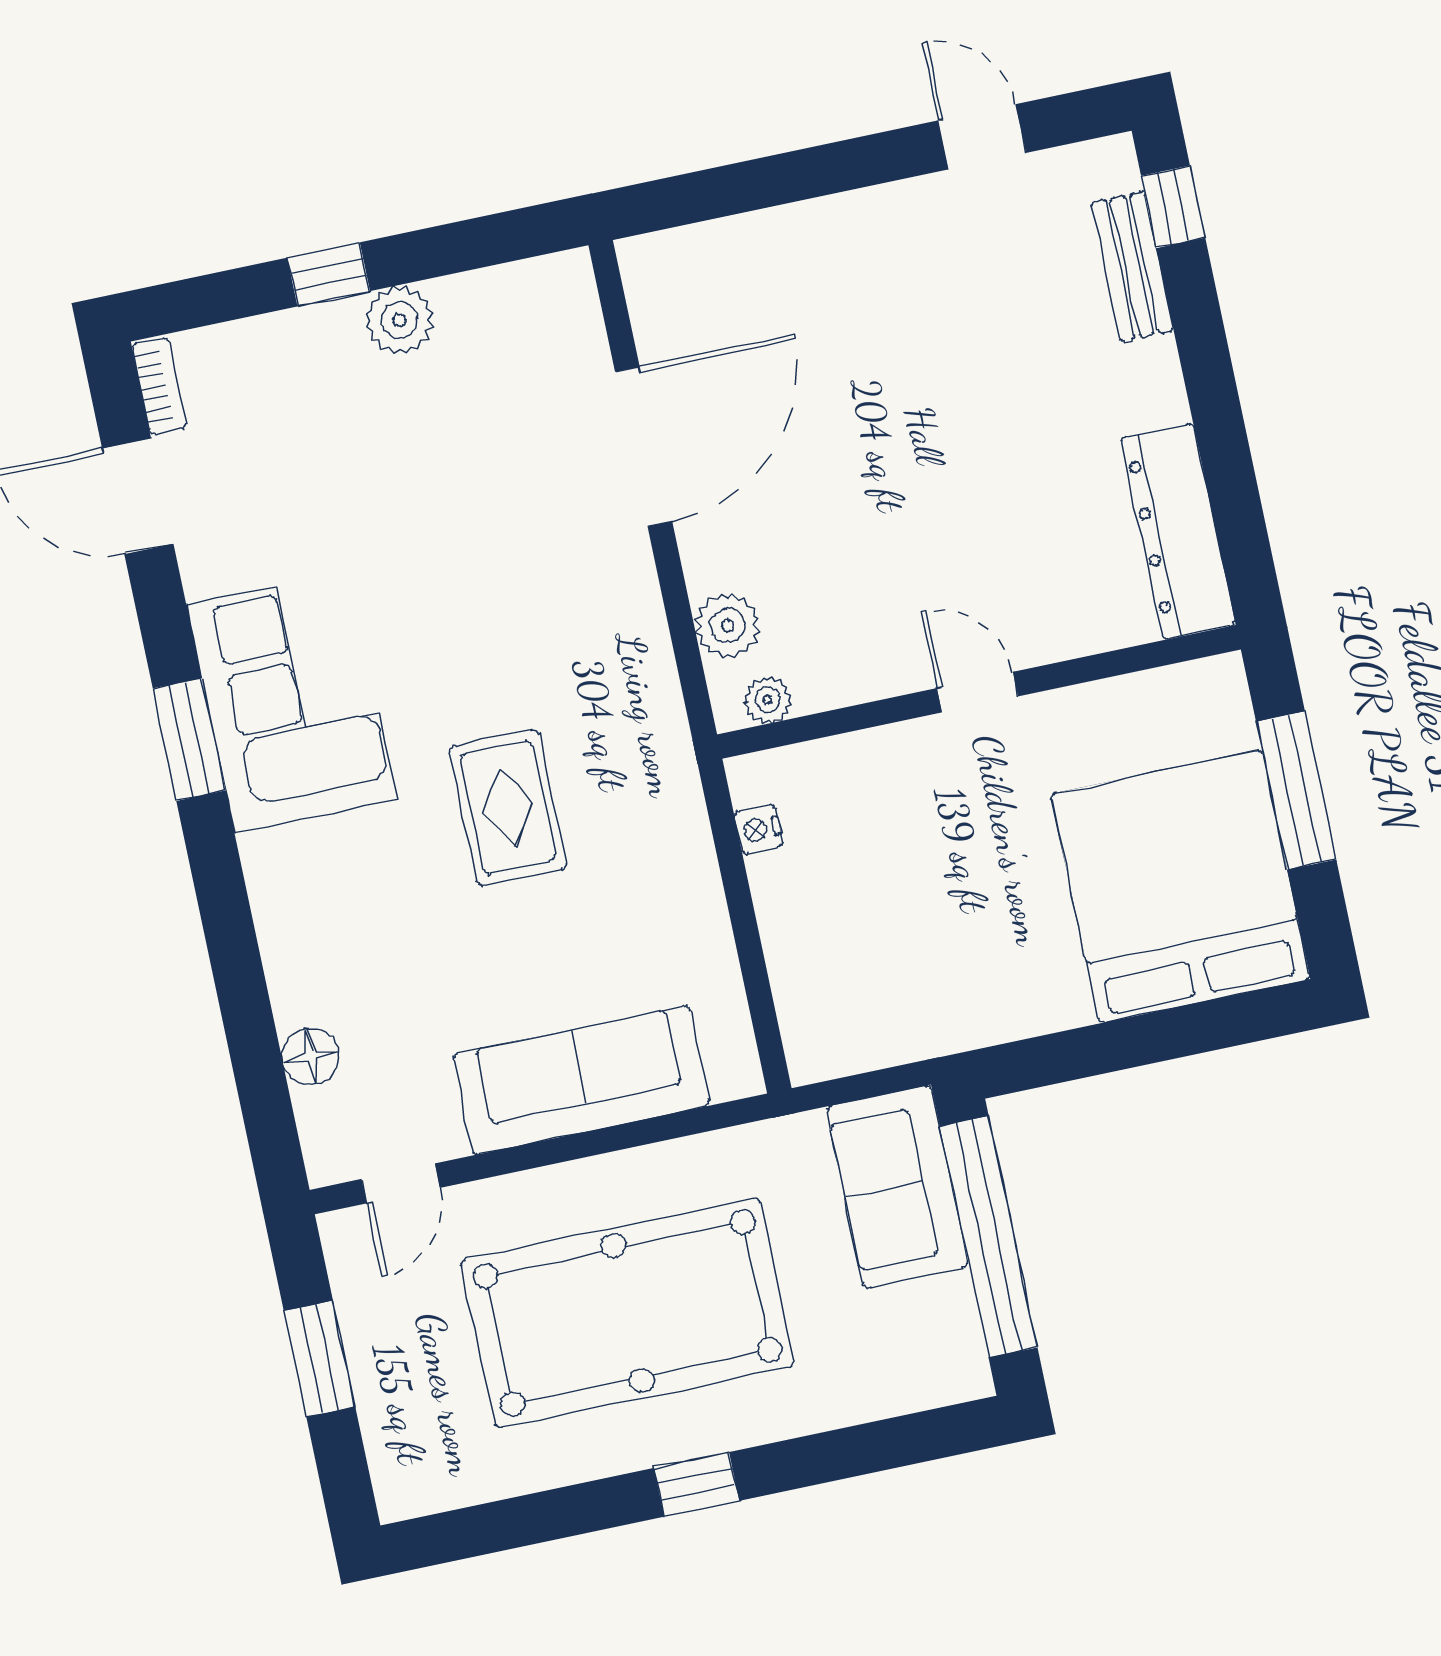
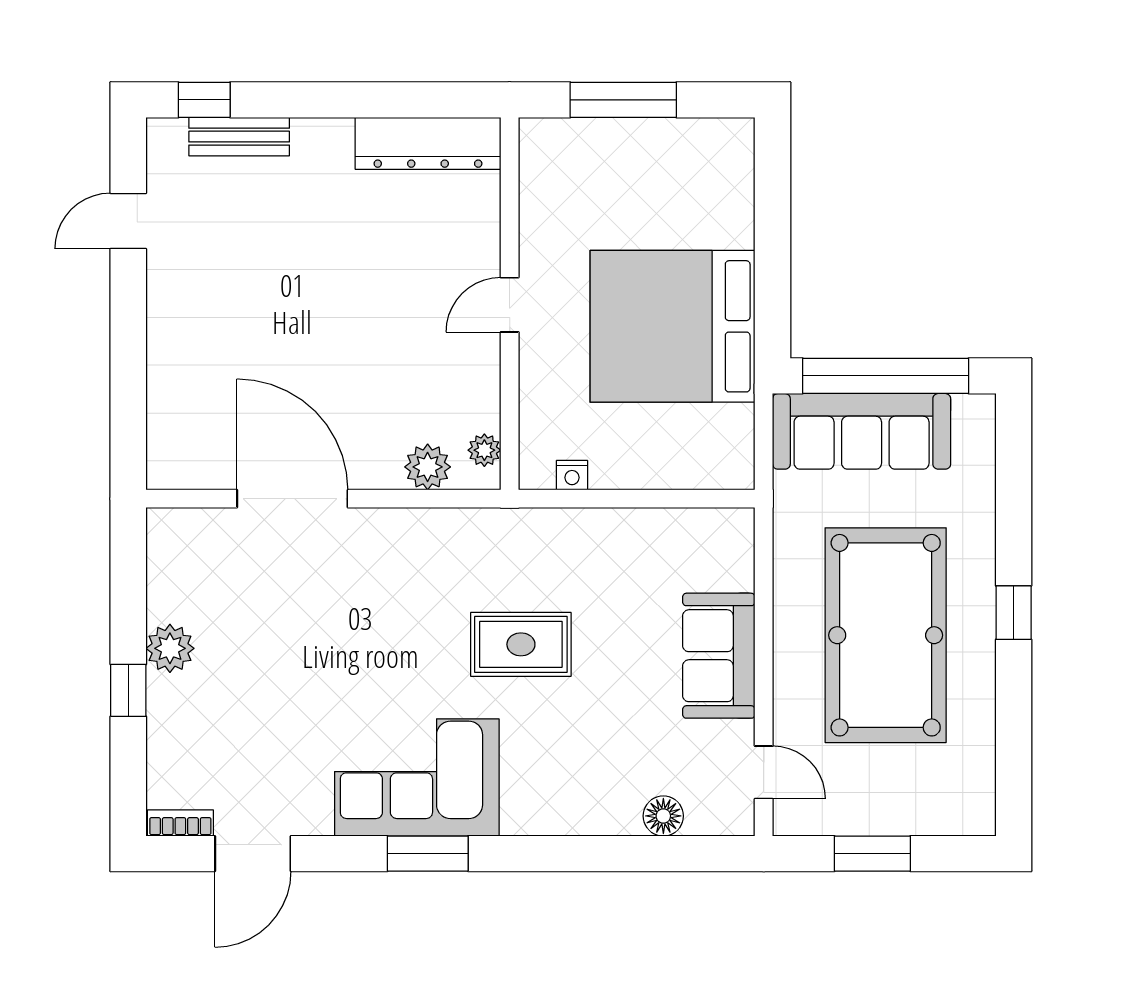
bed: (1181, 886) -> (673, 326), moved
sofa: (581, 1080) -> (719, 656), width x0.73
sofa: (898, 1187) -> (862, 431), width x1.36

